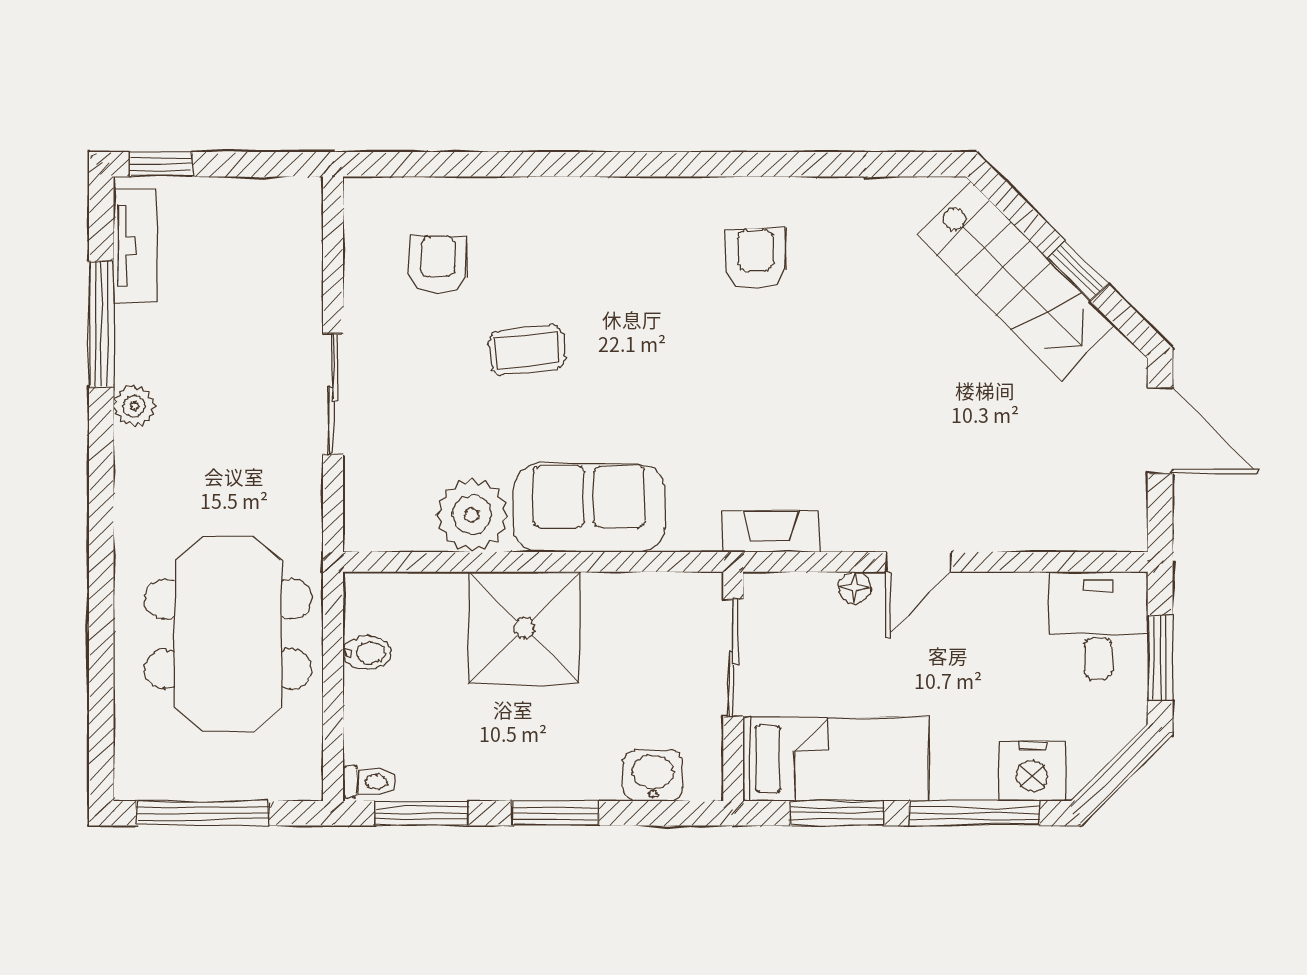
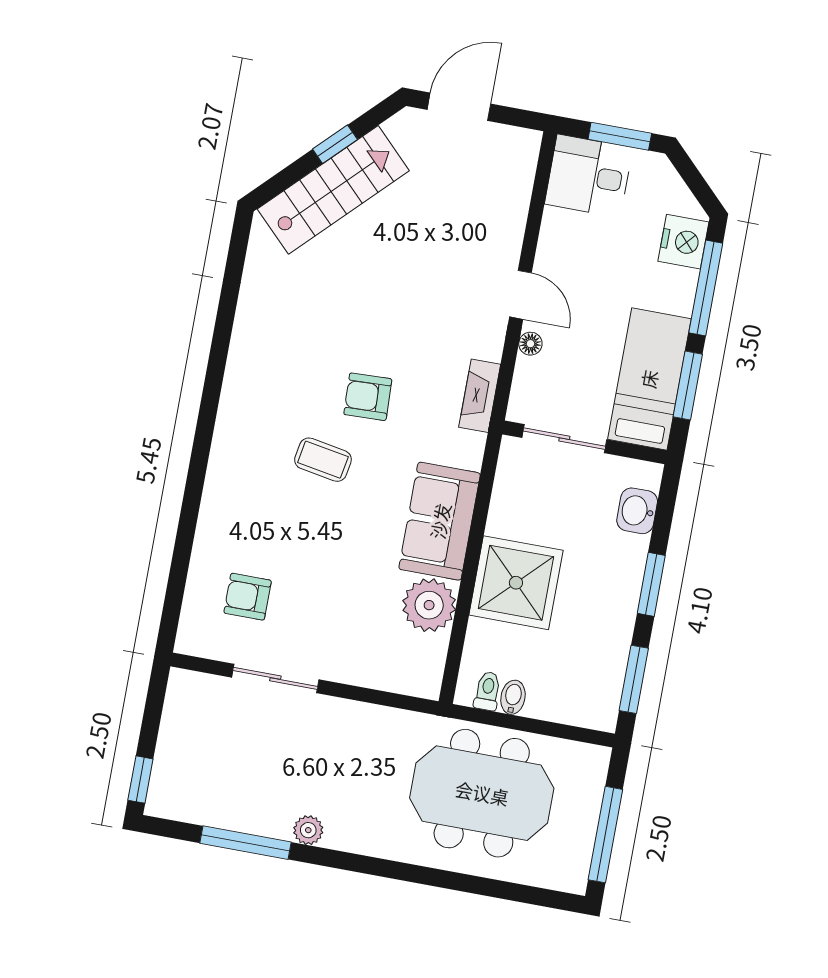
tv unit: (135, 246) -> (195, 809), removed
armchair: (756, 258) -> (368, 397), moved
coffee table: (527, 350) -> (323, 460), moved, turned -73
sliding door: (333, 394) -> (275, 678), moved
toilet: (369, 782) -> (487, 691), moved

